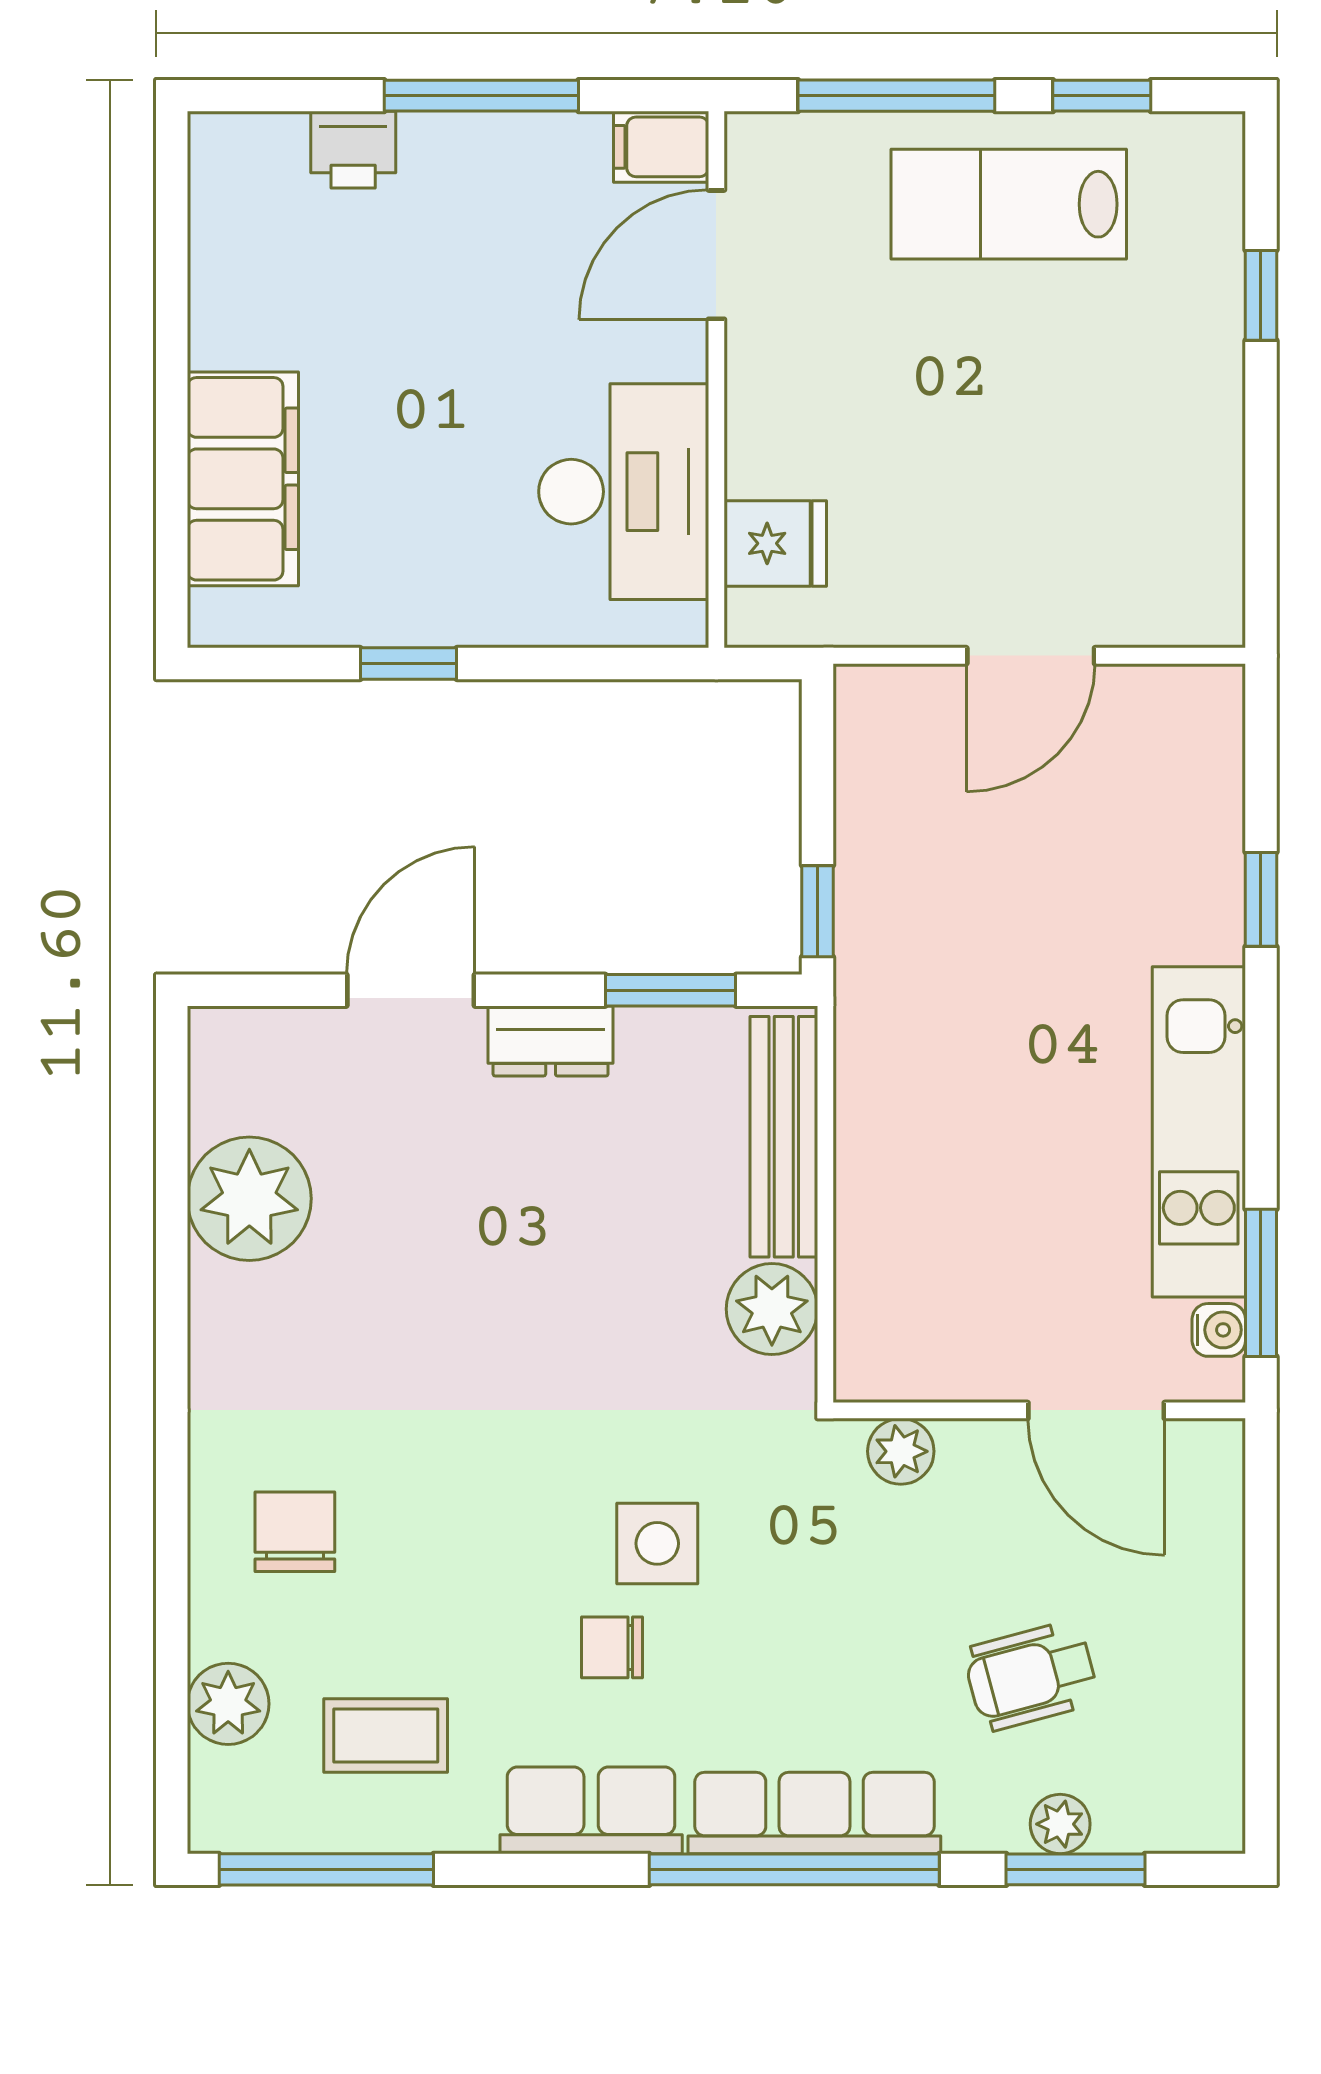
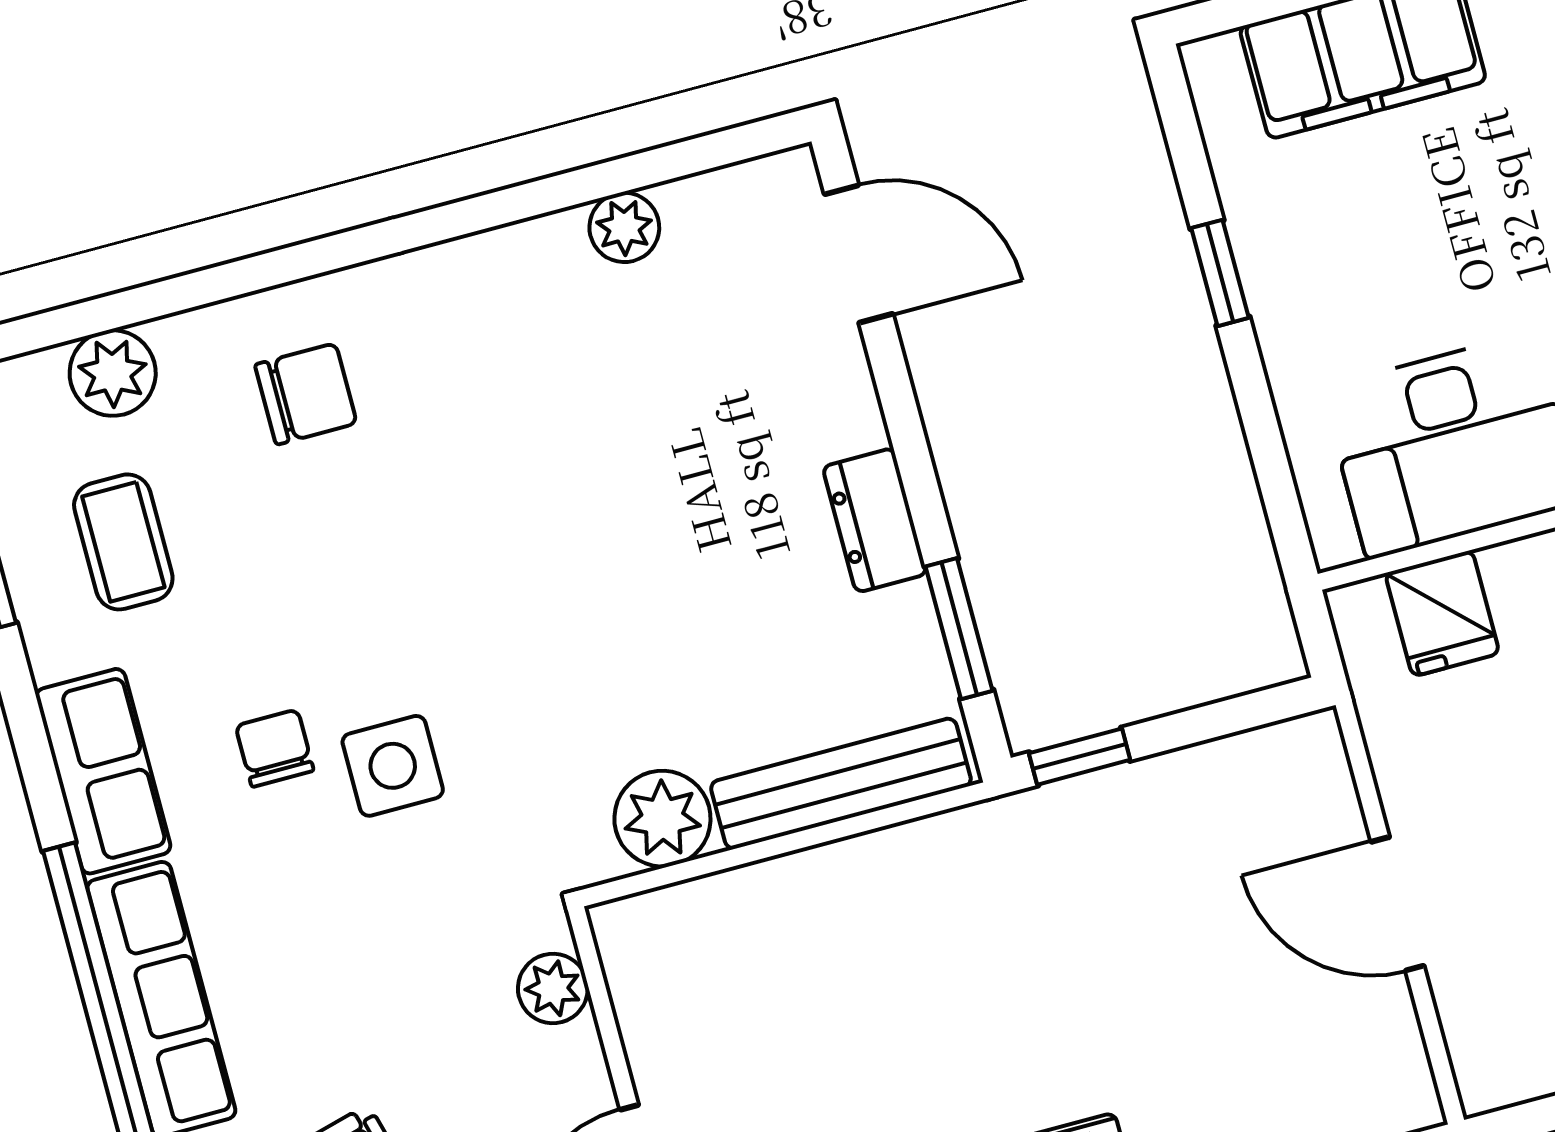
door: (411, 990) -> (859, 254), moved
plant: (249, 1199) -> (624, 227), width x0.53, depth x0.53

